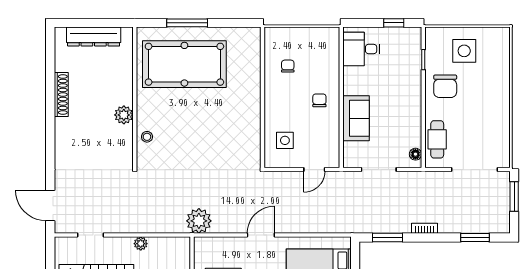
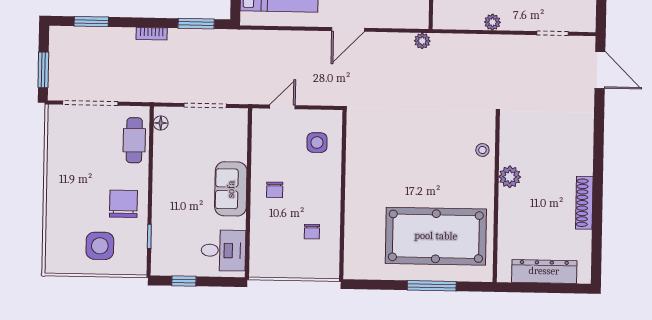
sofa: (356, 118) -> (231, 189), moved
plant: (199, 221) -> (422, 41), width x0.53, depth x0.53

